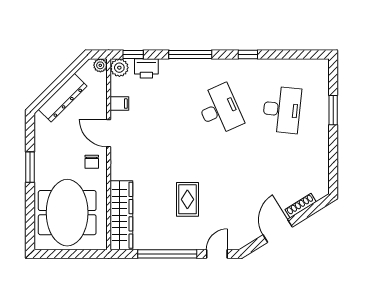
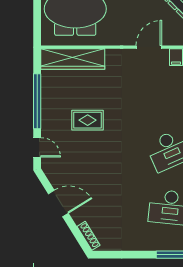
chair: (92, 162) -> (122, 32), removed
shoe rack: (301, 206) -> (89, 236), moved

